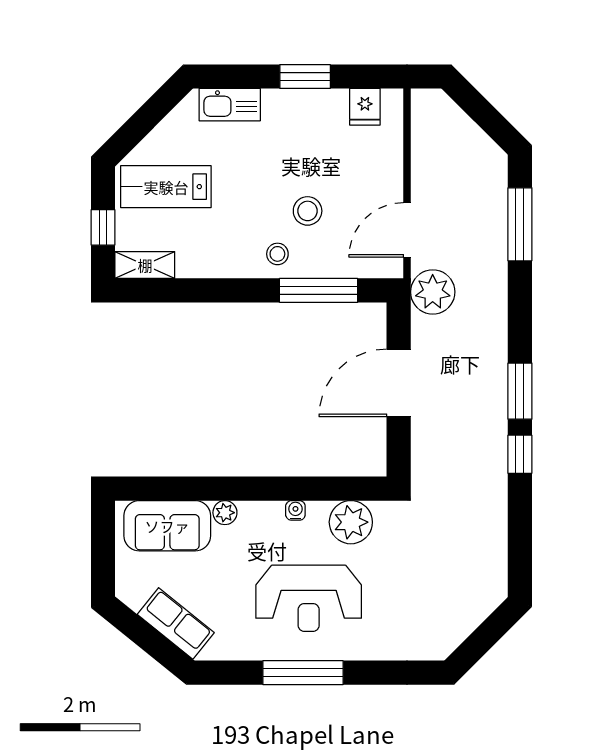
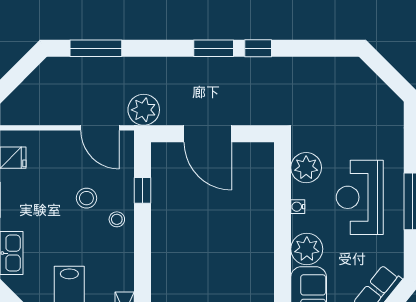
window: (319, 290) -> (143, 190), width x0.46
plant: (225, 513) -> (307, 249), width x1.88, depth x1.88
reception desk: (309, 598) -> (360, 197), turned 180

